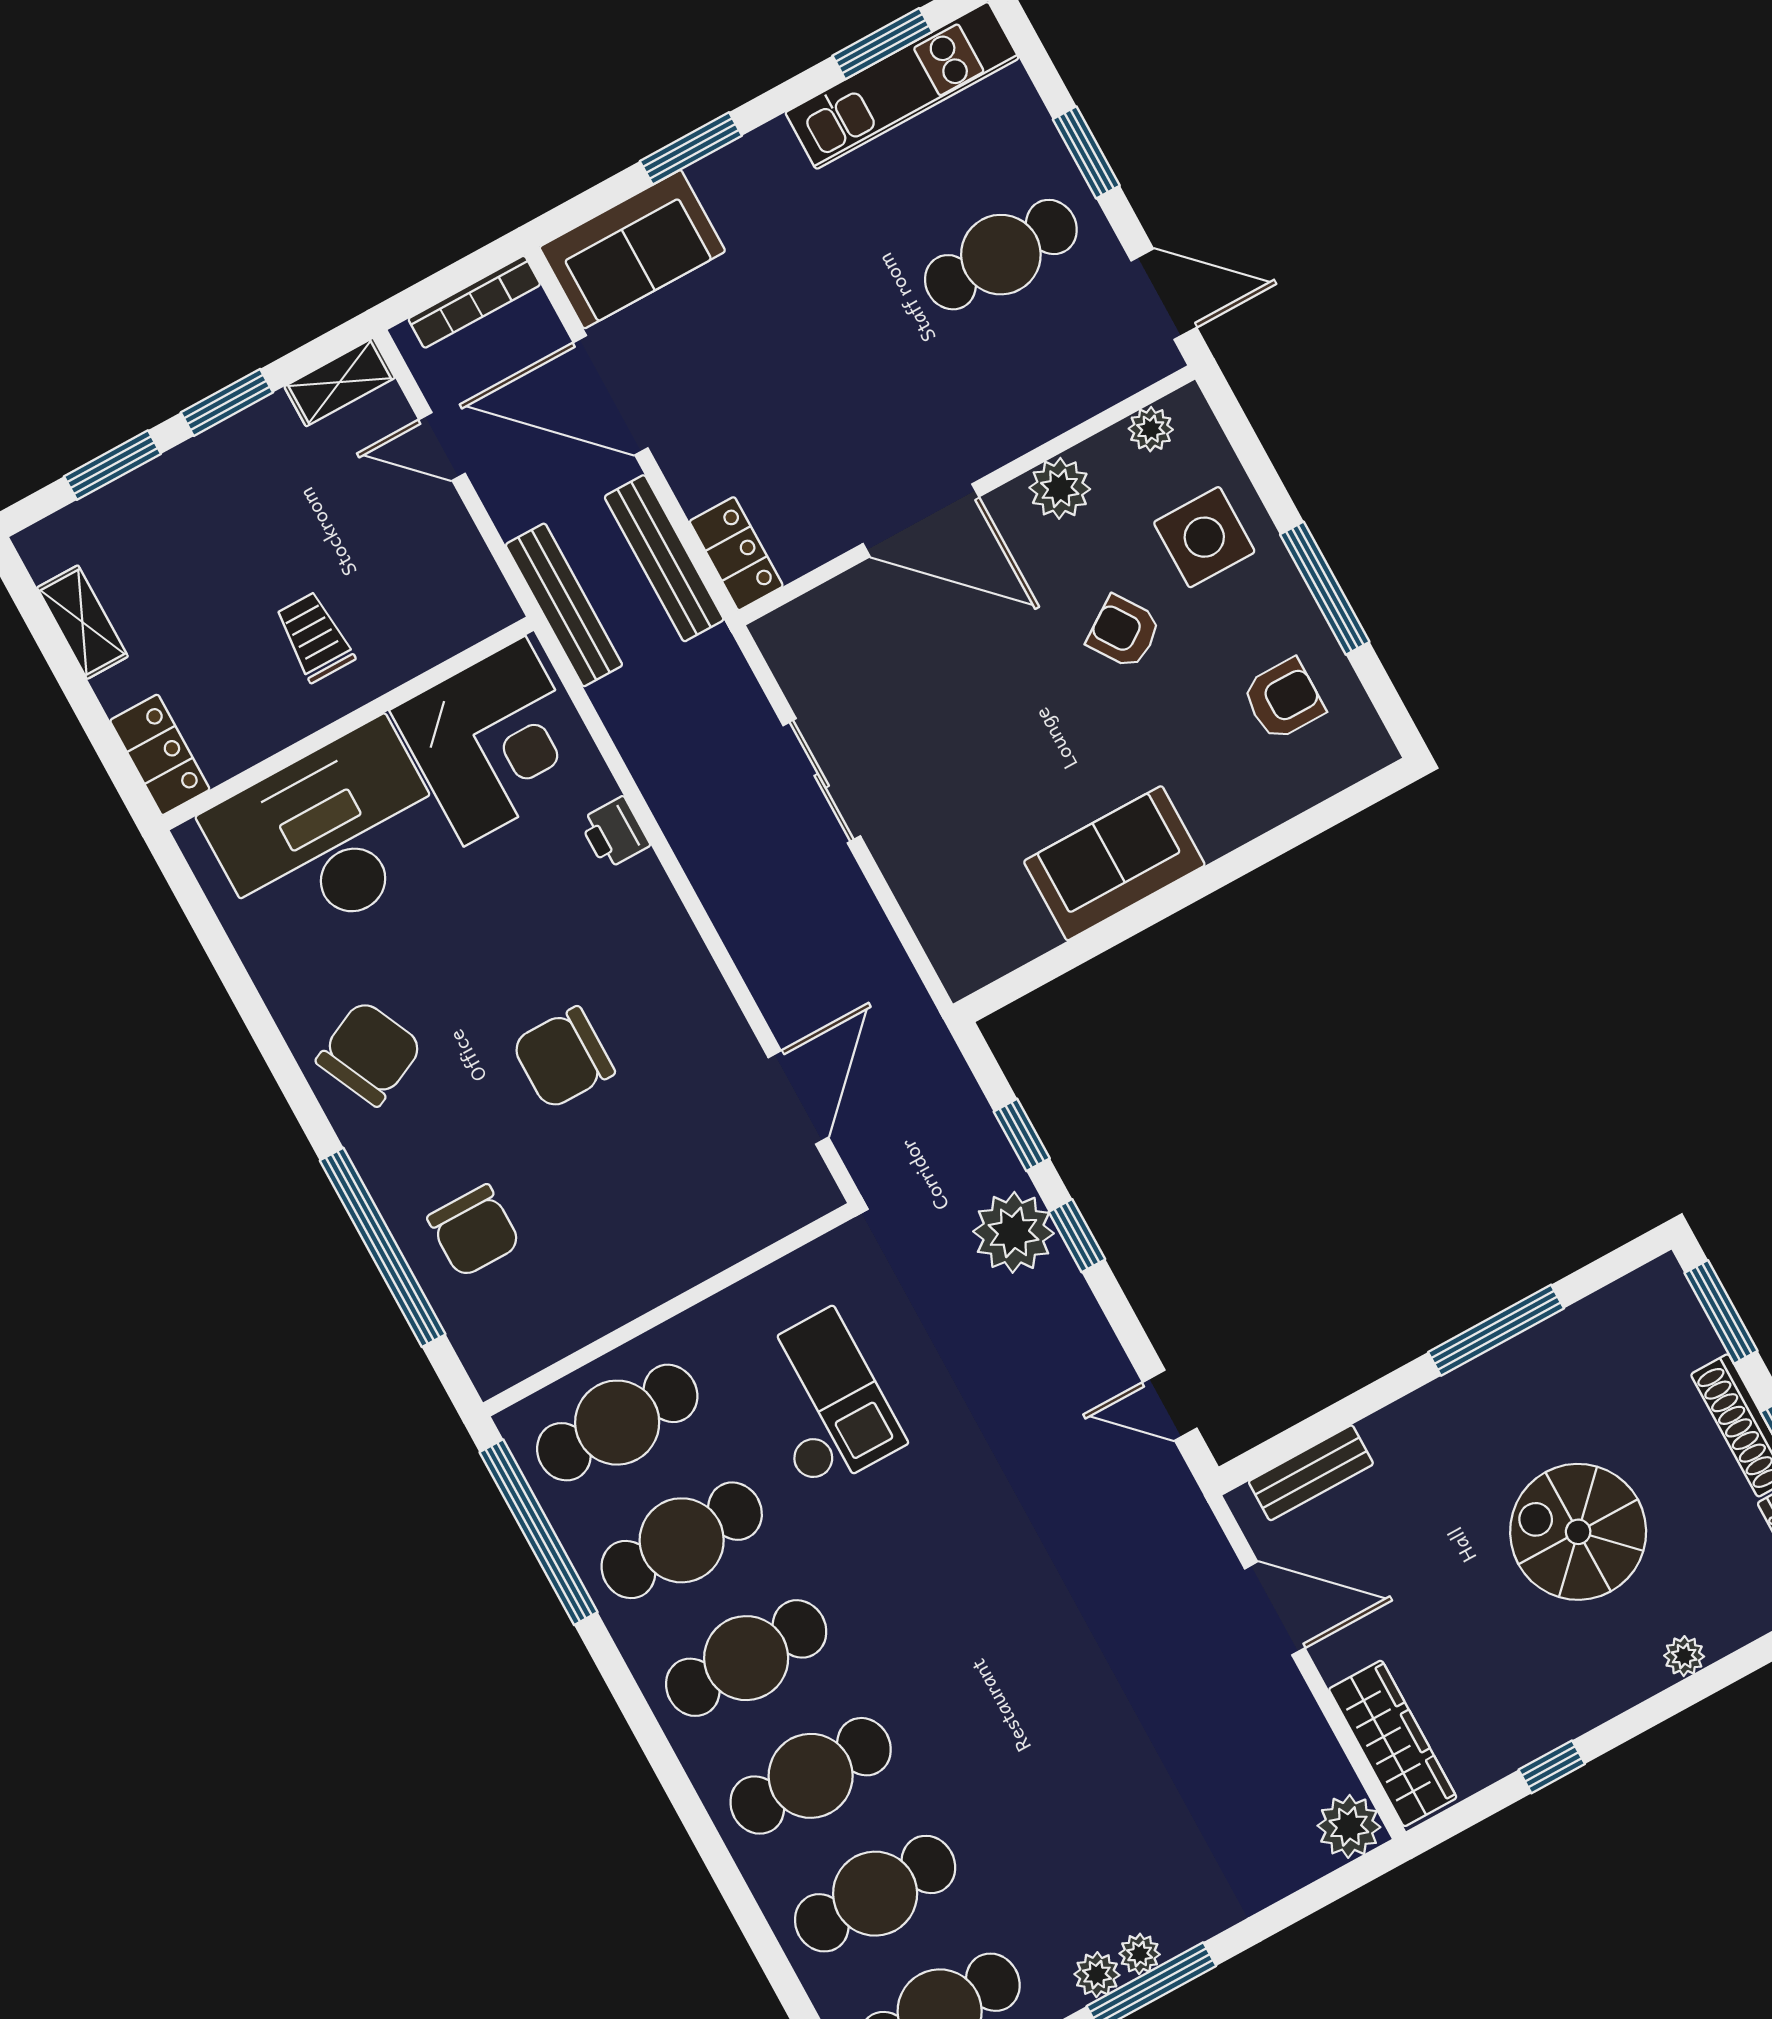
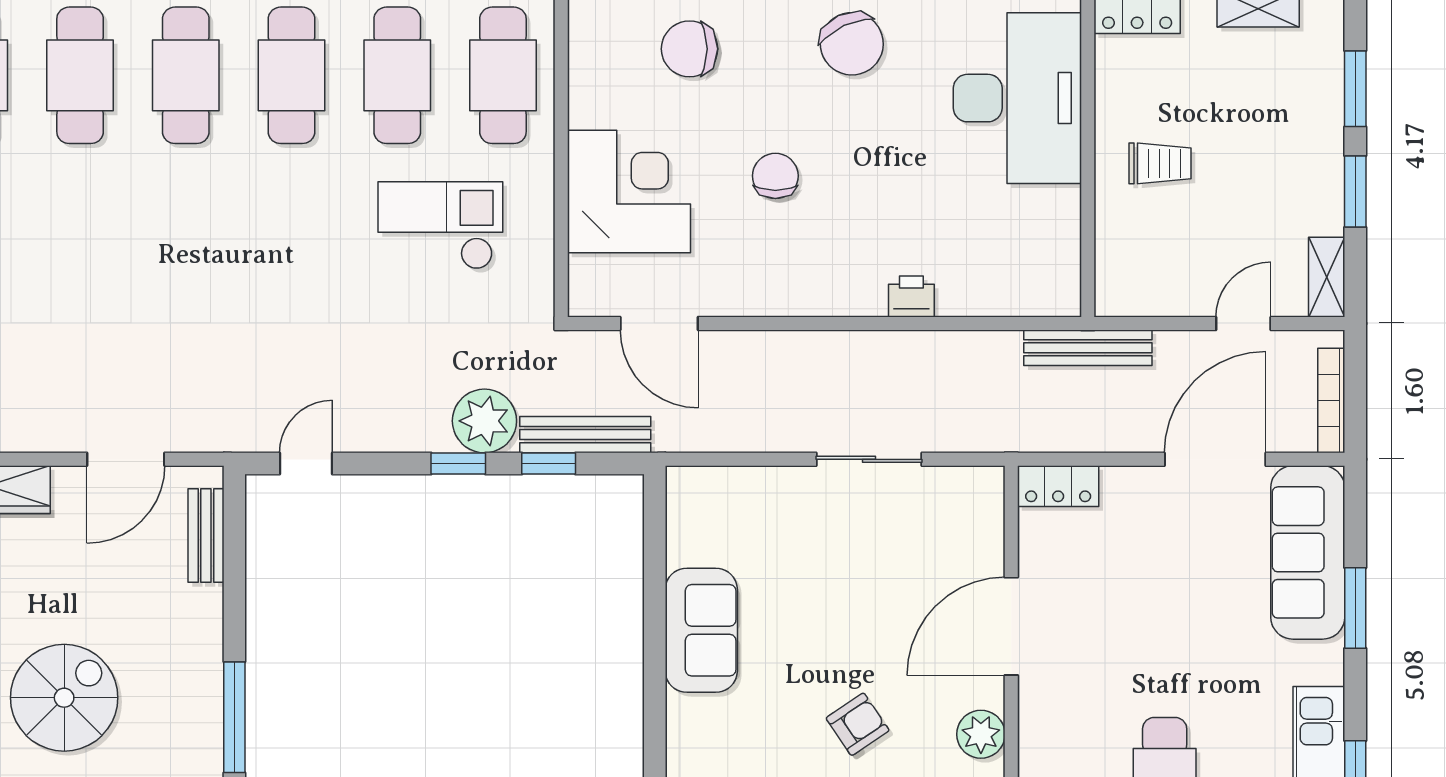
sofa: (632, 249) -> (1308, 552), width x1.36
bench: (664, 558) -> (585, 435), moved
corner desk: (495, 741) -> (629, 192), moved, turned 180
chair: (563, 1058) -> (775, 176), width x0.73, depth x0.73
checkout: (822, 1401) -> (440, 225), turned 180

